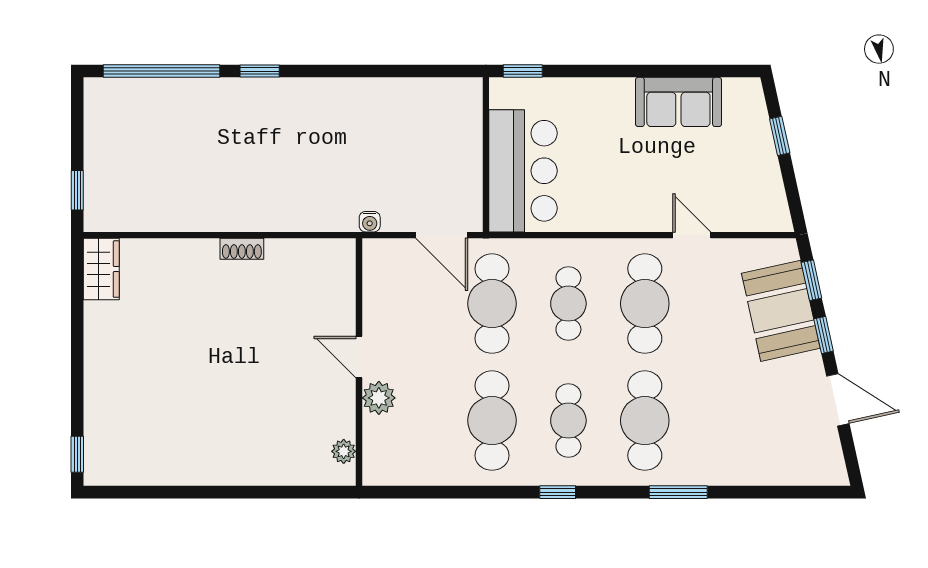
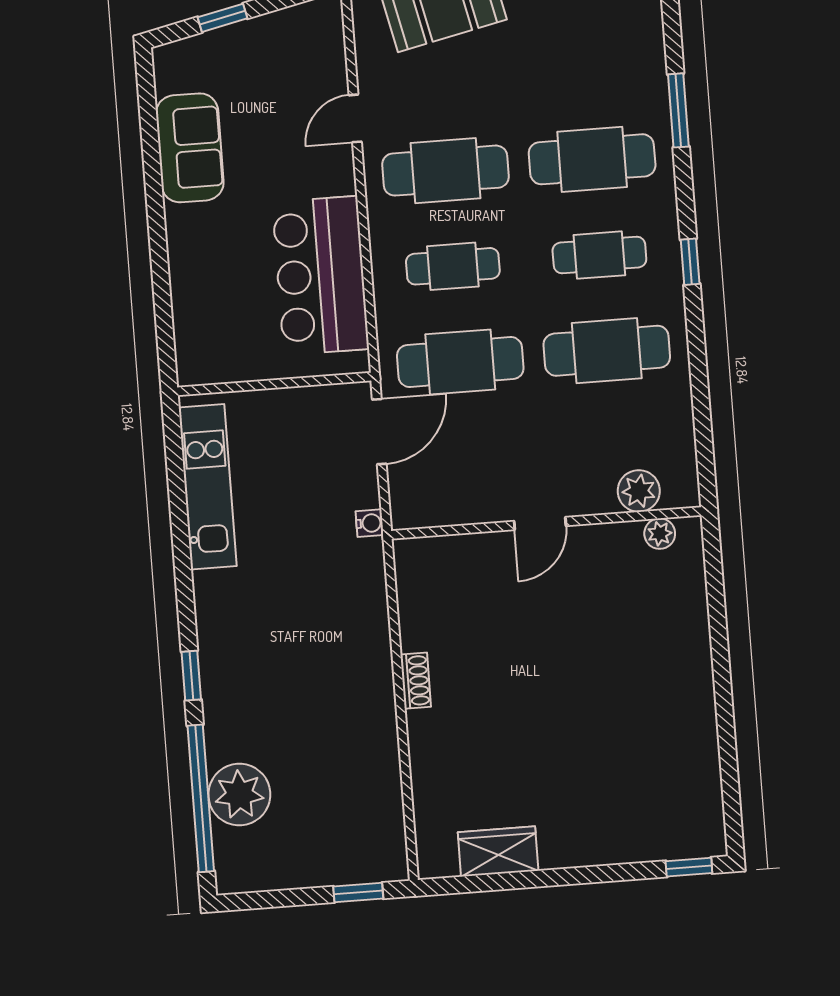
window: (523, 71) -> (166, 346), removed
kitchen unit: (408, 95) -> (208, 487), added
plant: (162, 102) -> (239, 795), added
bar counter: (523, 171) -> (321, 276), moved, turned -90
wardrobe: (101, 269) -> (498, 851), moved
plant: (379, 398) -> (639, 491), moved

